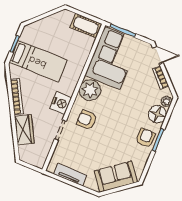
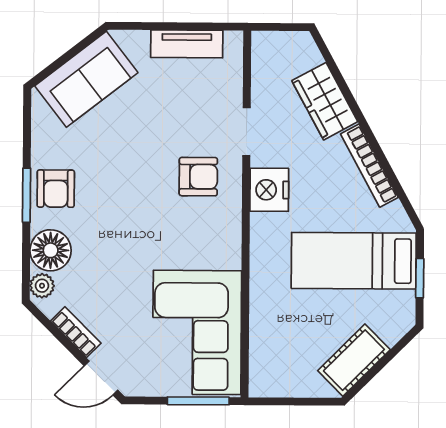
cot: (86, 26) -> (354, 360), moved, turned -45
plant: (90, 90) -> (217, 244), removed

